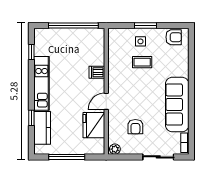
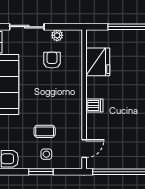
dishwasher: (97, 72) -> (94, 105), moved
door: (106, 101) -> (84, 149), moved
plant: (115, 149) -> (57, 35), moved

